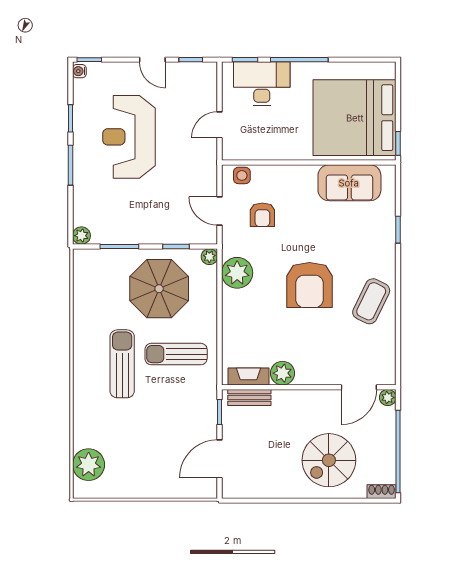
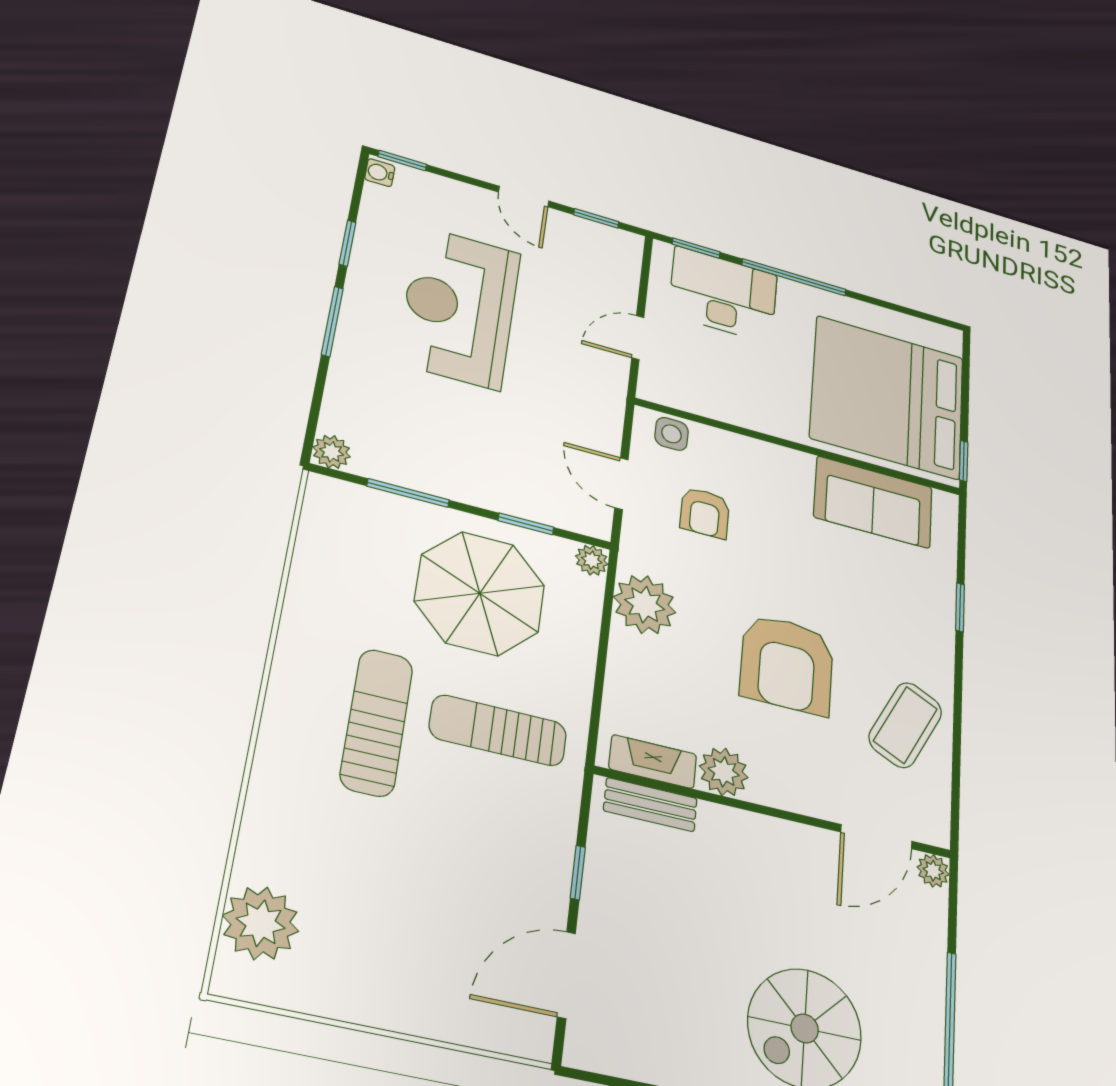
plant: (282, 373) -> (724, 772), moved
fireplace: (249, 376) -> (653, 762), moved
wall: (309, 387) -> (775, 813), moved
door: (359, 387) -> (876, 837), moved
bench: (249, 398) -> (650, 805), moved
plant: (388, 398) -> (933, 871), moved

